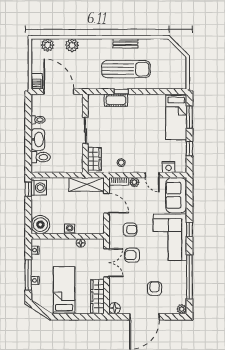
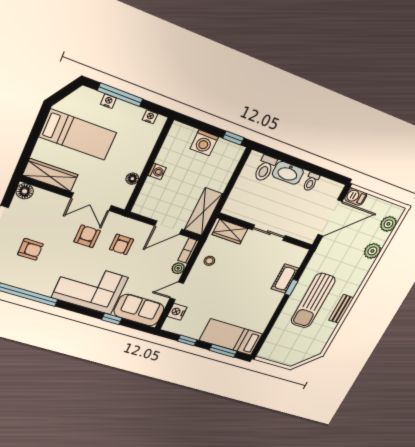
washing machine: (39, 188) -> (204, 143), moved
boiler: (40, 225) -> (180, 136), removed
window: (189, 229) -> (112, 319), moved

